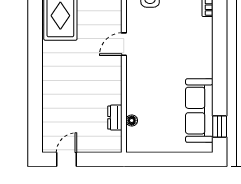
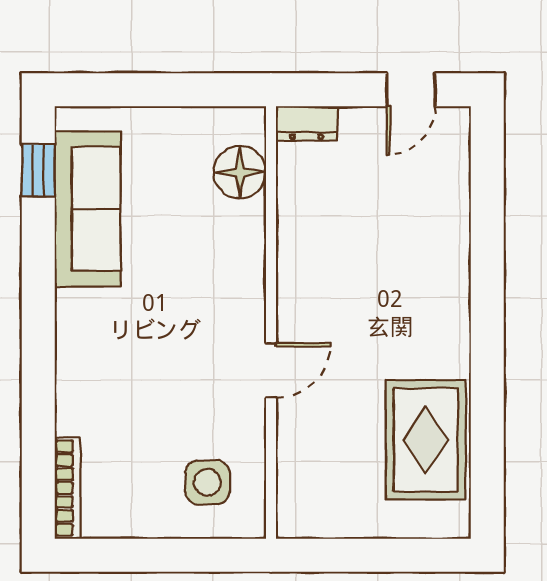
dresser: (115, 118) -> (307, 123), moved, turned 90
floor lamp: (132, 121) -> (240, 172), width x1.89, depth x1.89

